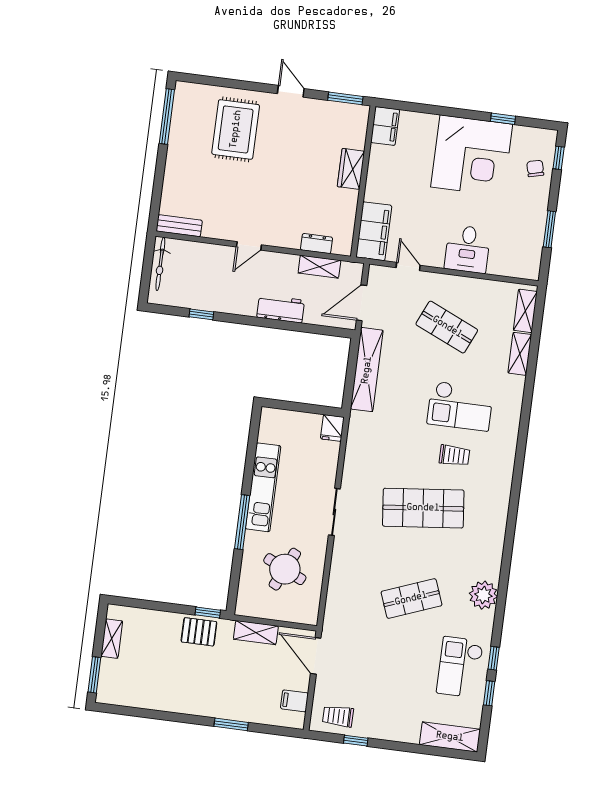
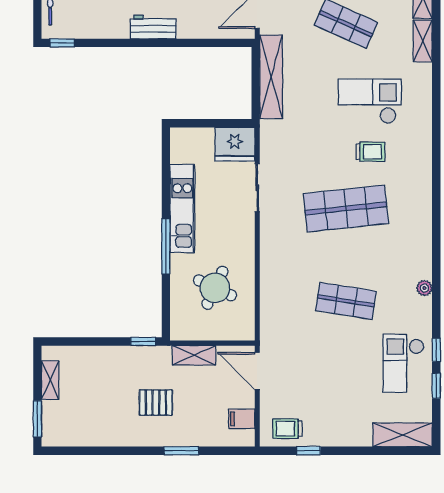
workbench: (281, 309) -> (153, 27), moved
window: (201, 314) -> (62, 43), moved
checkout: (460, 406) -> (370, 101), turned 180
fridge: (332, 428) -> (235, 144), width x1.88, depth x1.34
sliding door: (334, 512) -> (257, 188), moved
plant: (483, 595) -> (424, 288), width x0.53, depth x0.53
shop shelf: (411, 599) -> (346, 301), turned 30
pallet: (199, 632) -> (156, 402), moved

